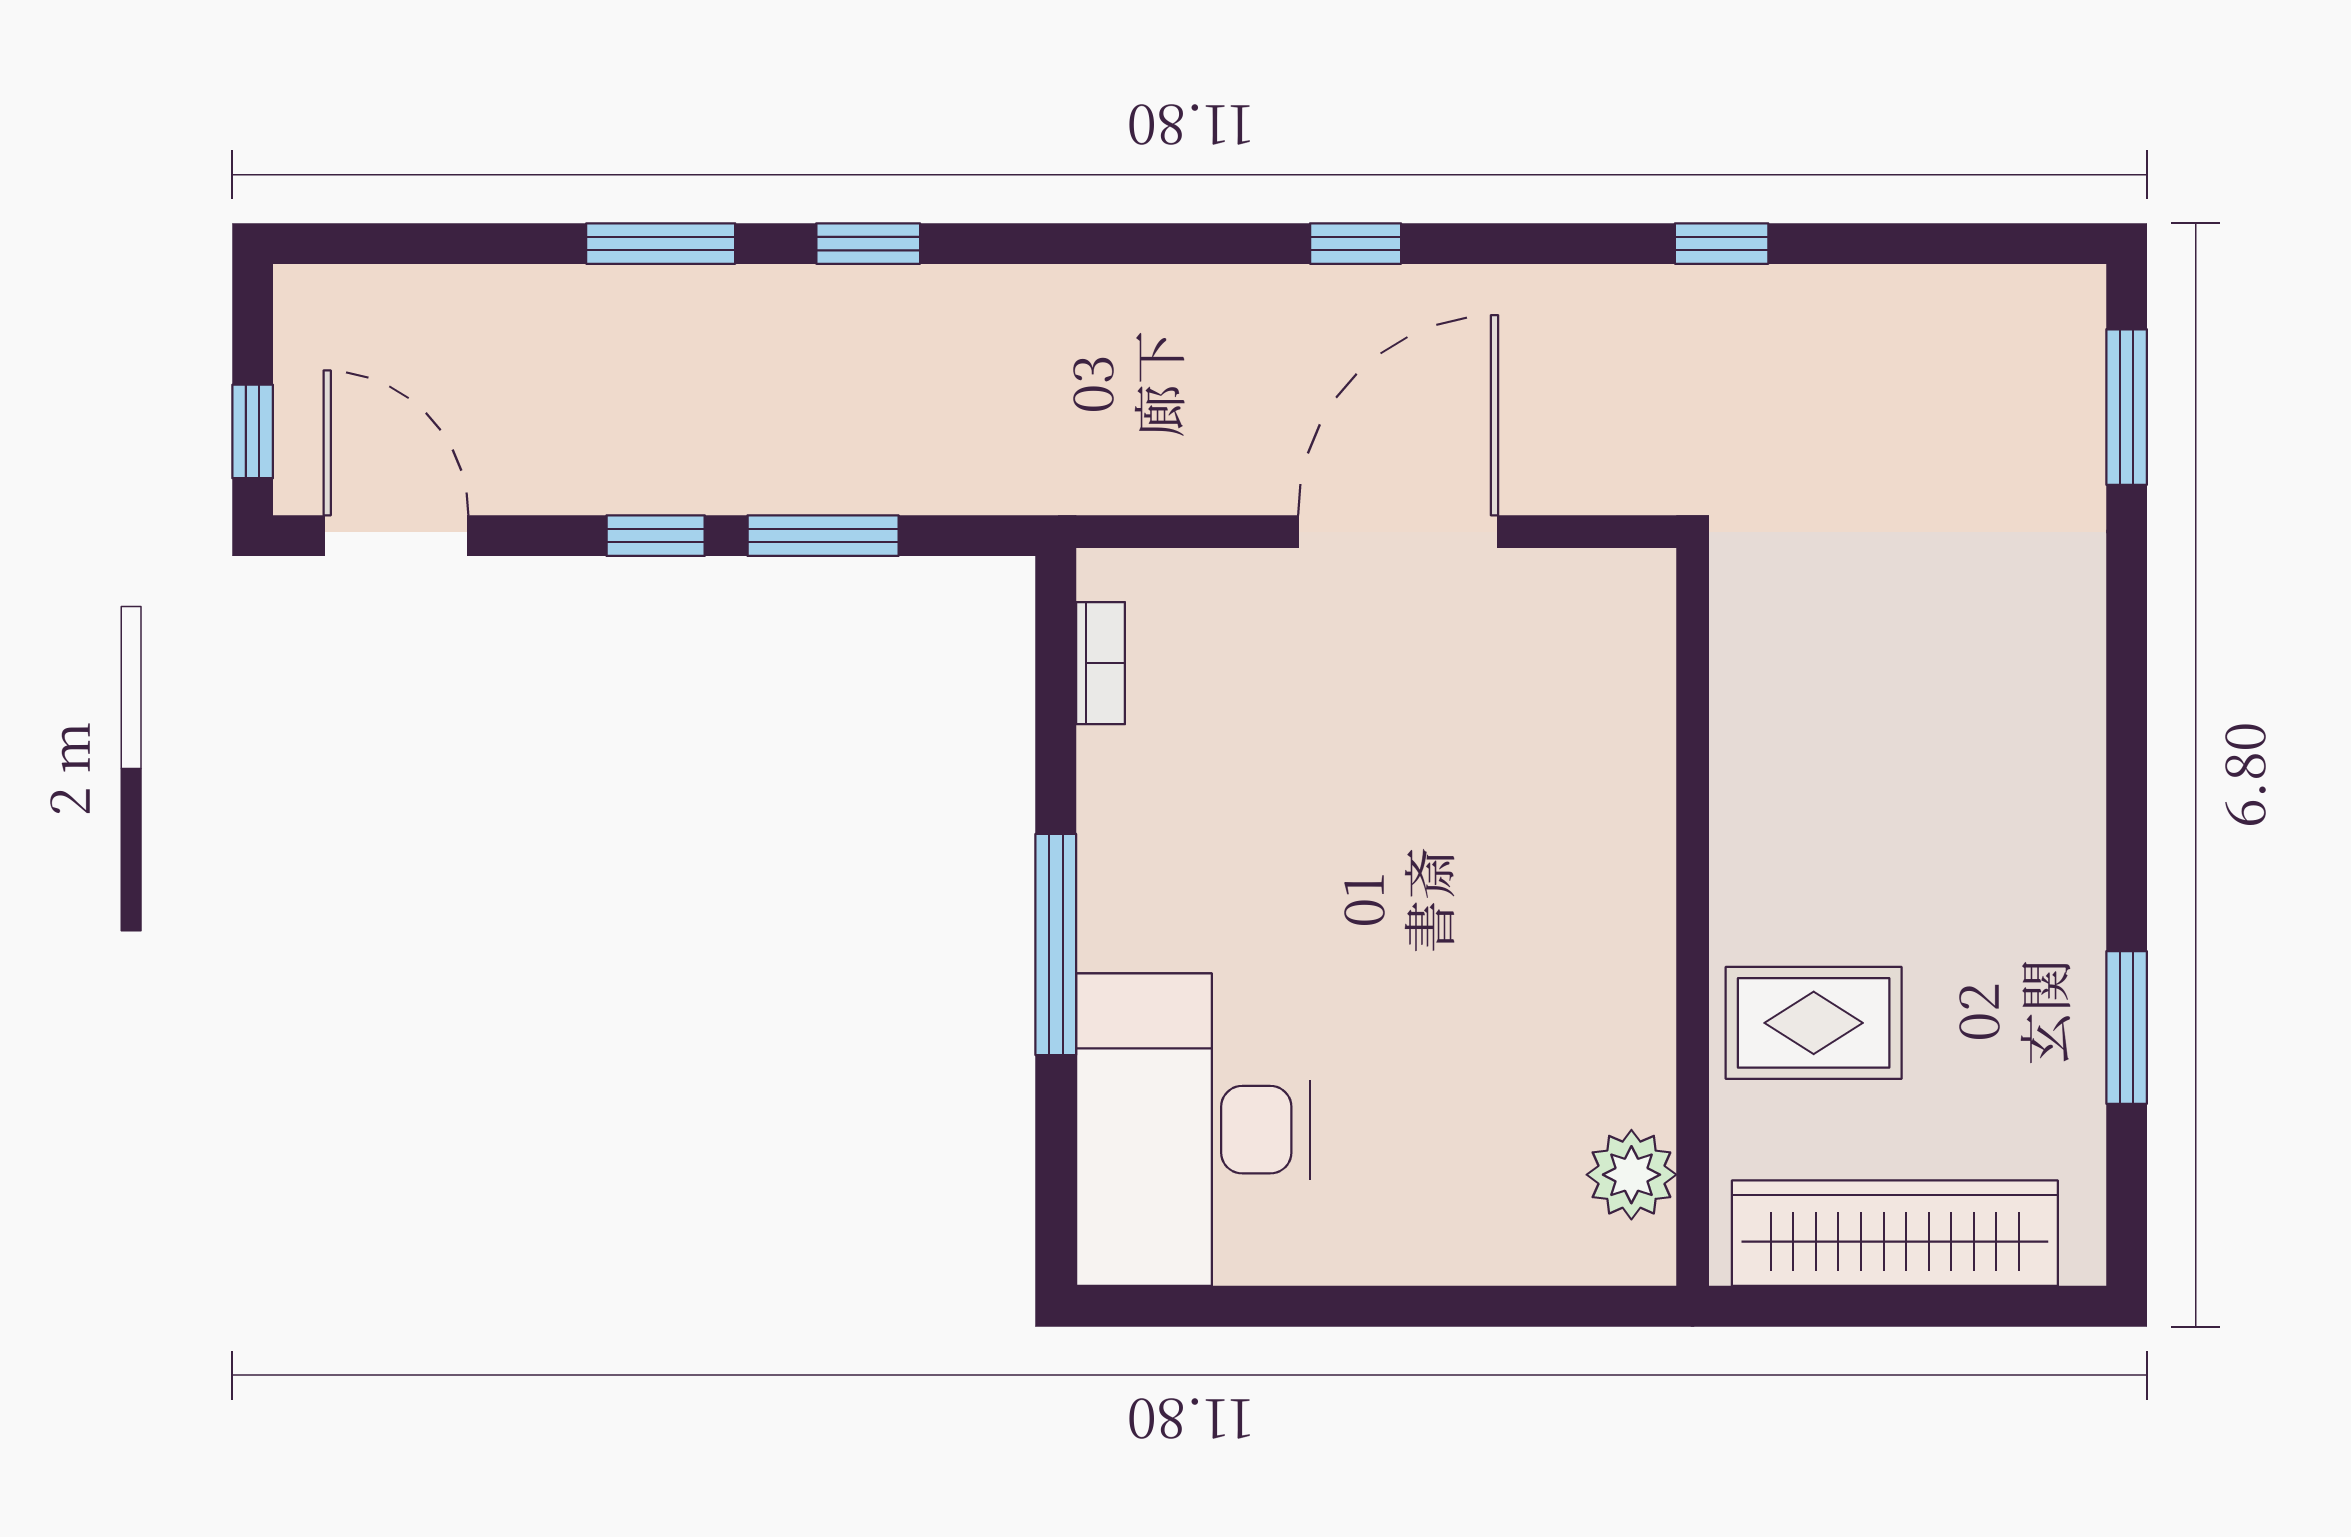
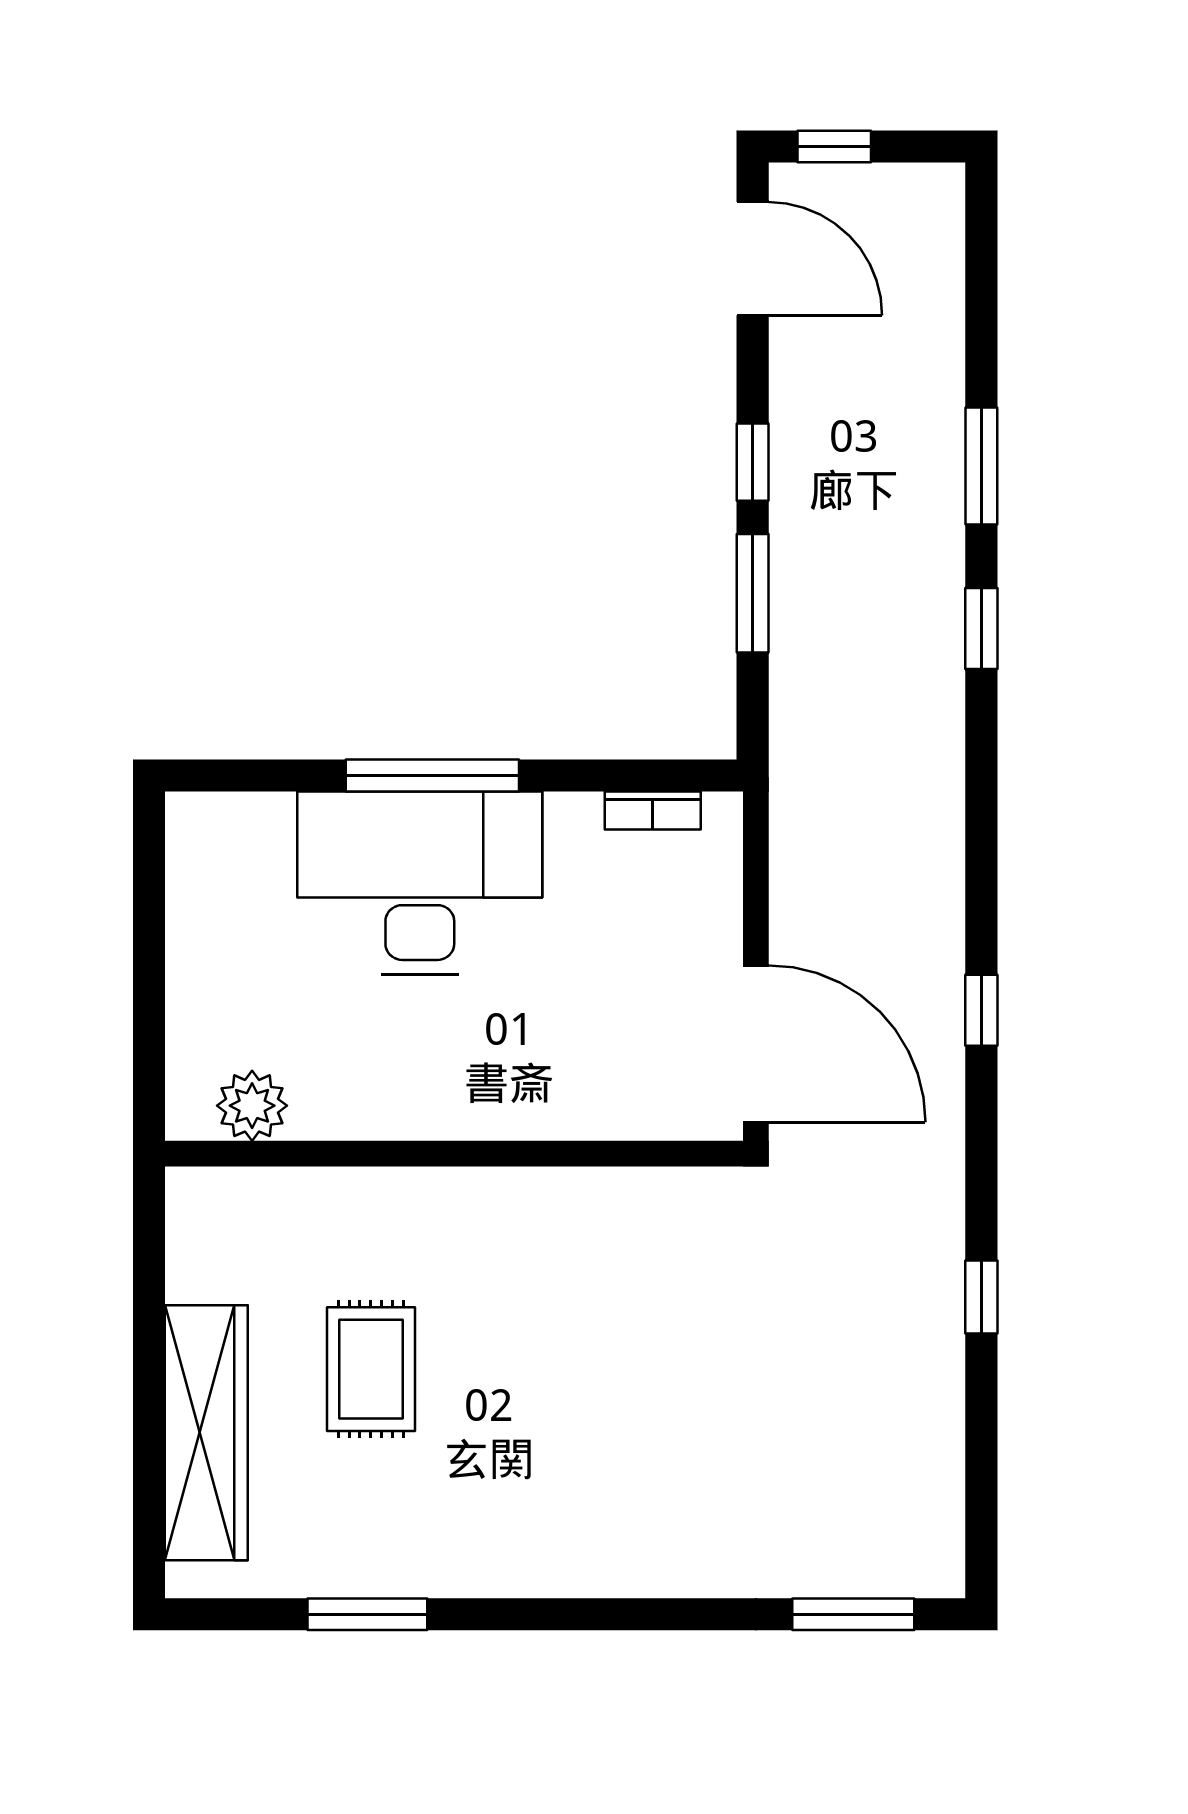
door: (396, 536) -> (753, 259), hinge flipped
wall: (1693, 917) -> (454, 1154), moved
desk: (1193, 1130) -> (420, 883), moved
plant: (1631, 1175) -> (252, 1106), moved

